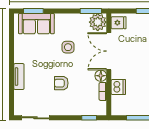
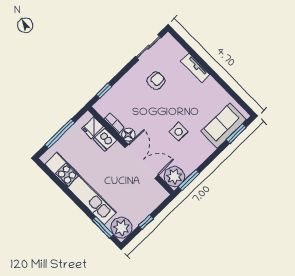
fridge: (119, 23) -> (93, 128), moved
armchair: (61, 83) -> (156, 81), moved

